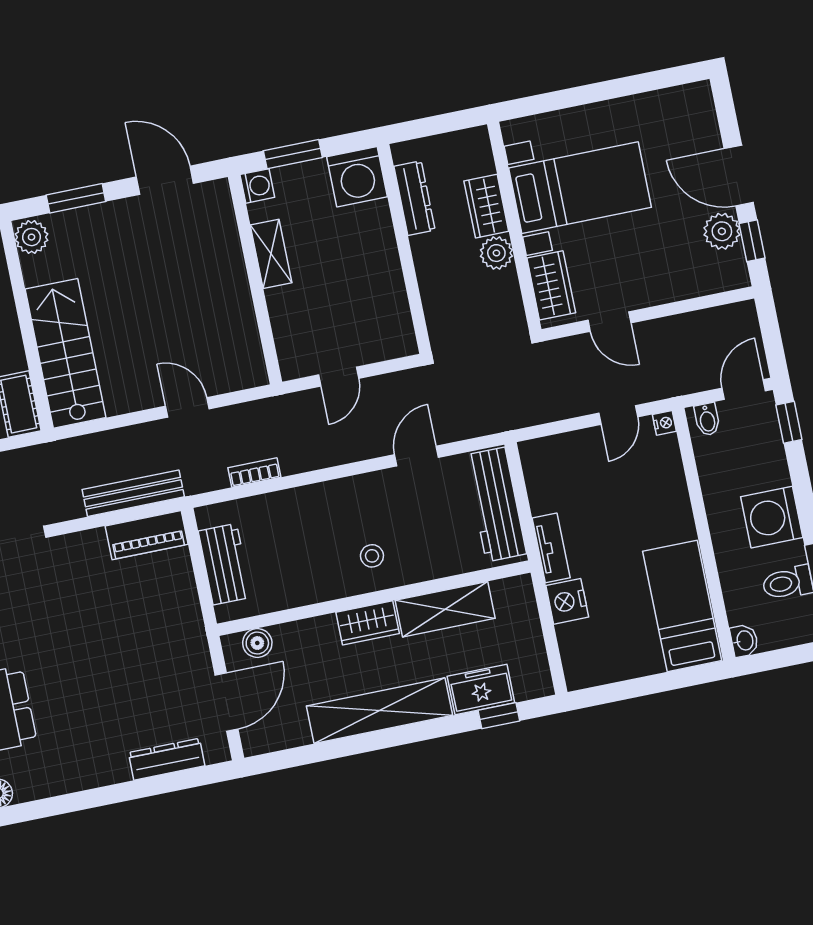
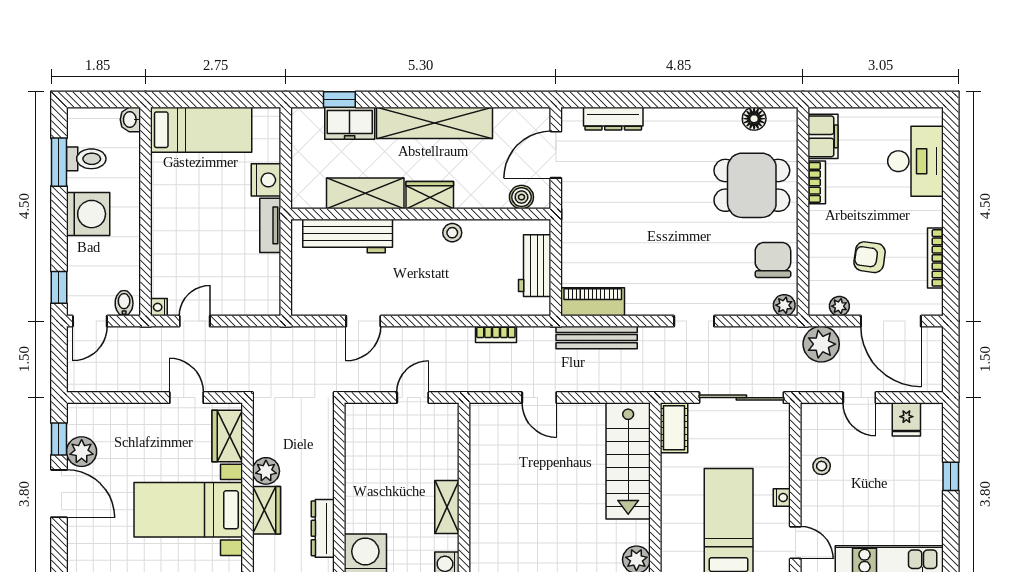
workbench: (496, 504) -> (348, 236), moved, turned 90
stool: (372, 556) -> (452, 233), moved
bed: (682, 606) -> (201, 130), moved, turned -90

